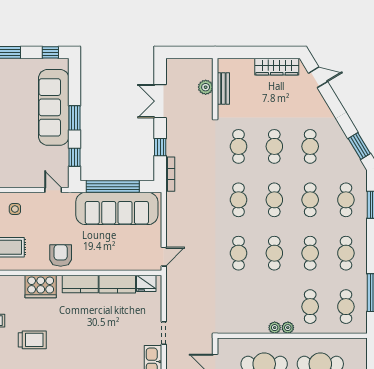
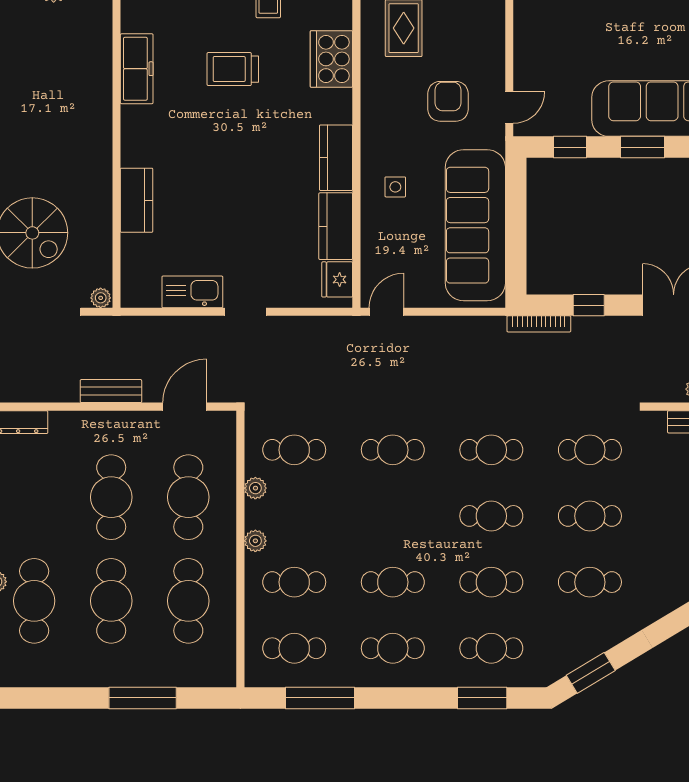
window: (113, 187) -> (516, 218), removed
side table: (15, 209) -> (395, 187), moved
cafe table: (274, 253) -> (294, 450), moved
armchair: (61, 255) -> (448, 101), moved, turned -90
door: (164, 257) -> (386, 312), swing flipped
cooker: (41, 286) -> (331, 59), moved
plant: (275, 328) -> (255, 488), moved
trolley: (32, 340) -> (233, 69), turned 90

